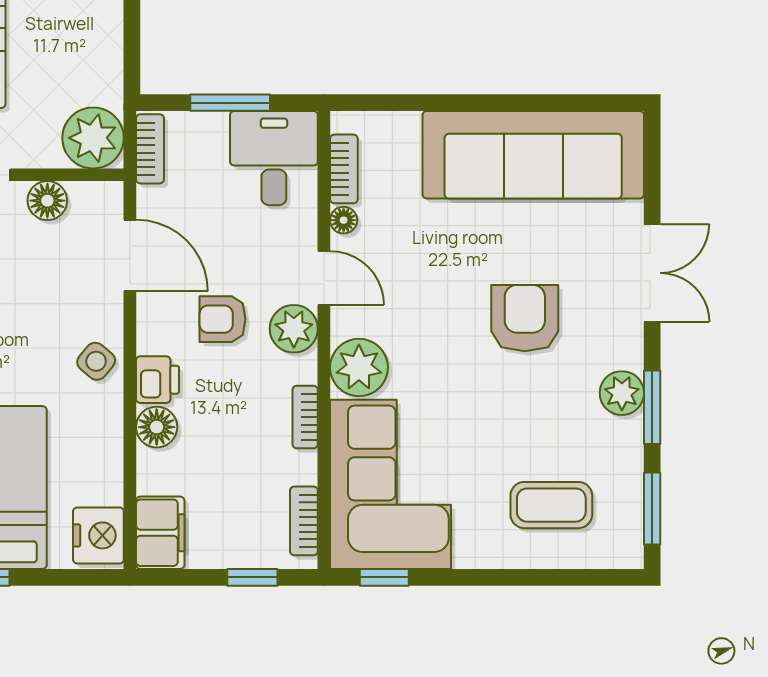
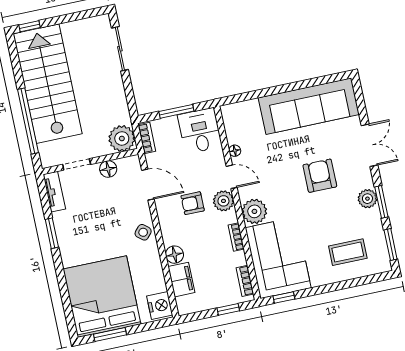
bookcase: (344, 169) -> (230, 129), removed
printer: (157, 380) -> (171, 235), removed
filing cabinet: (160, 533) -> (181, 280), moved

